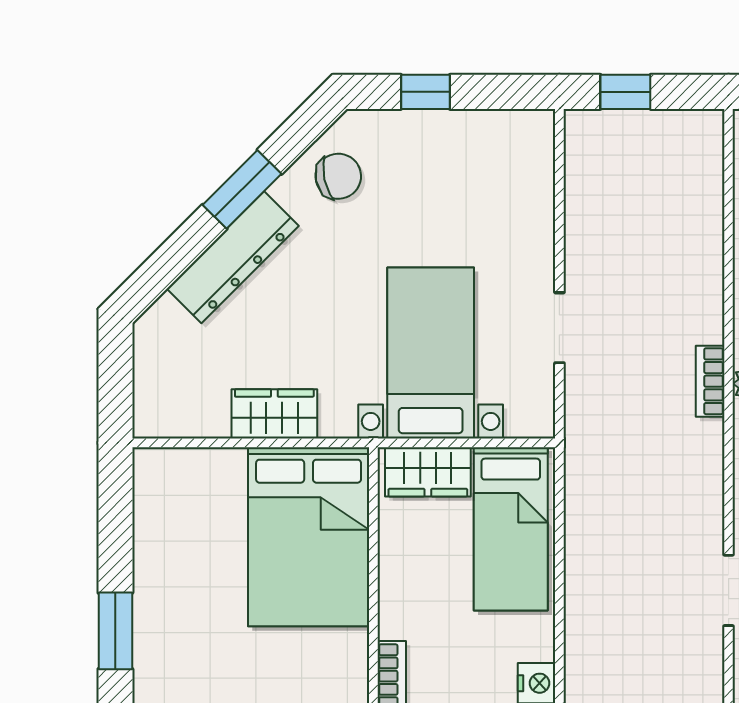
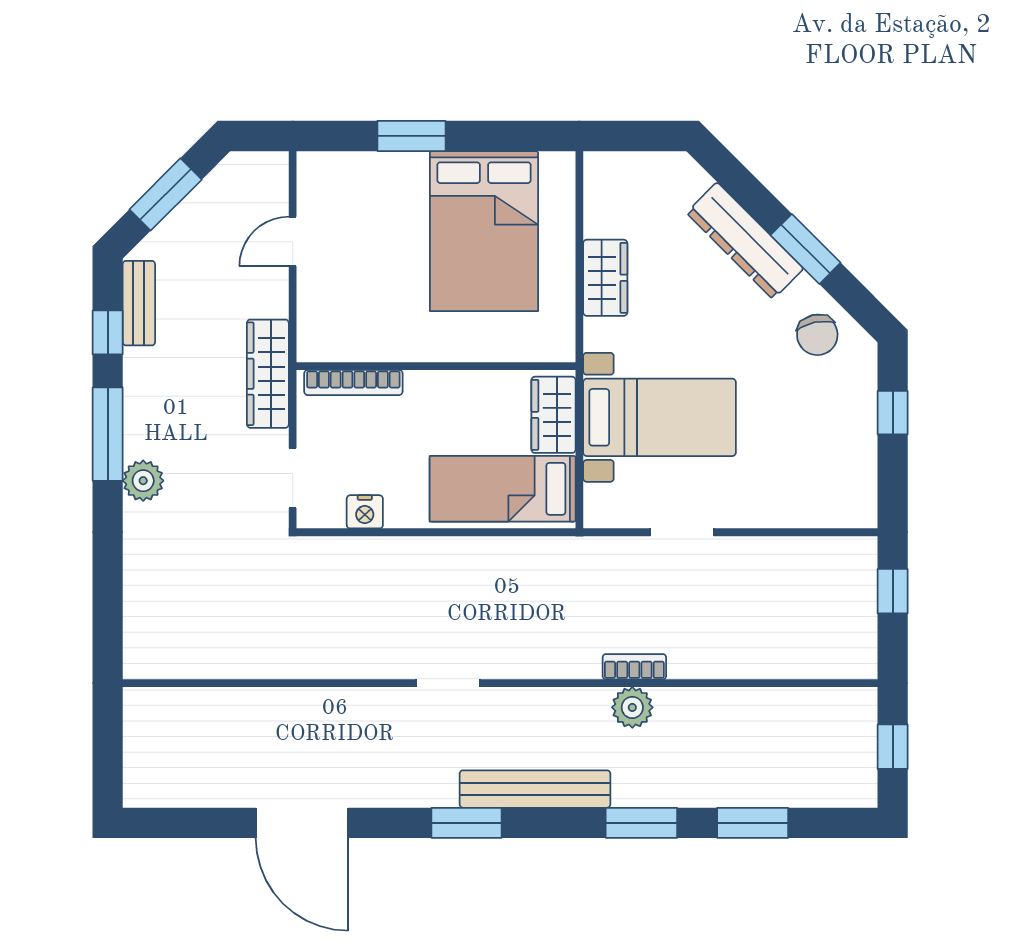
bed: (309, 537) -> (484, 231), moved, turned -90

